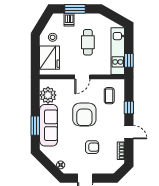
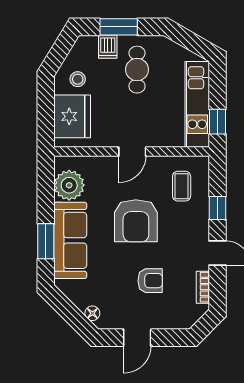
cafe table: (88, 42) -> (137, 70), moved

